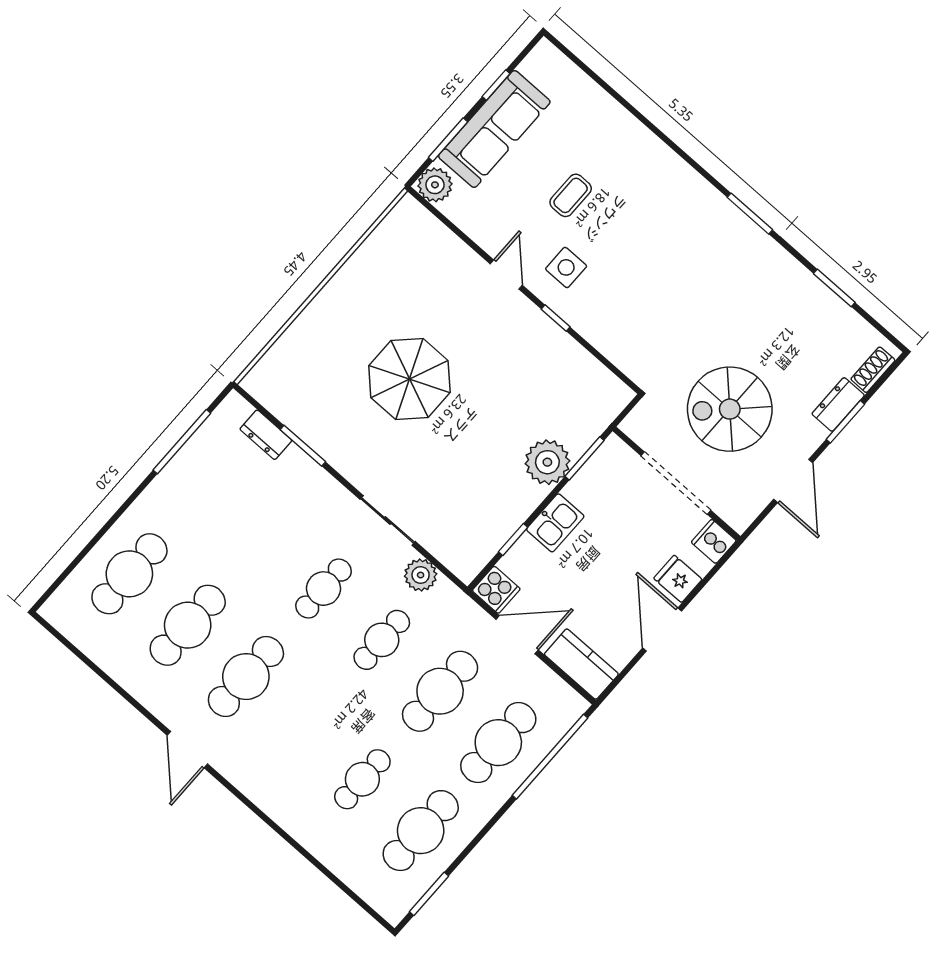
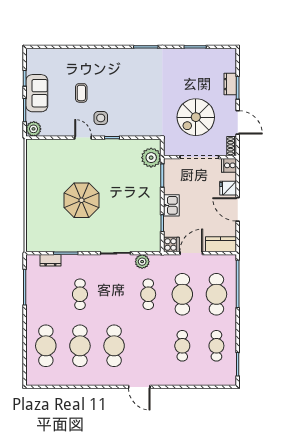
sofa: (494, 129) -> (37, 93), width x0.73
shoe rack: (873, 370) -> (232, 146), moved
plant: (547, 462) -> (151, 158), moved
cafe table: (324, 589) -> (80, 294), moved
door: (187, 750) -> (139, 387), moved
cafe table: (421, 831) -> (216, 346), width x0.73, depth x0.74

